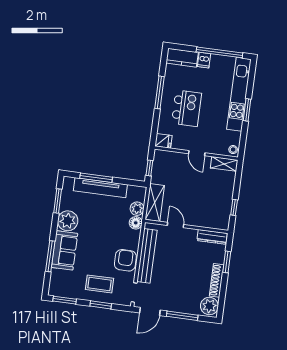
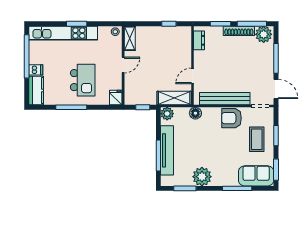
kitchen island: (187, 108) -> (83, 80), turned 90
plant: (137, 209) -> (167, 114), moved
dresser: (212, 237) -> (199, 40), width x0.70
sofa: (65, 250) -> (256, 176), moved
window: (222, 295) -> (252, 24), added

